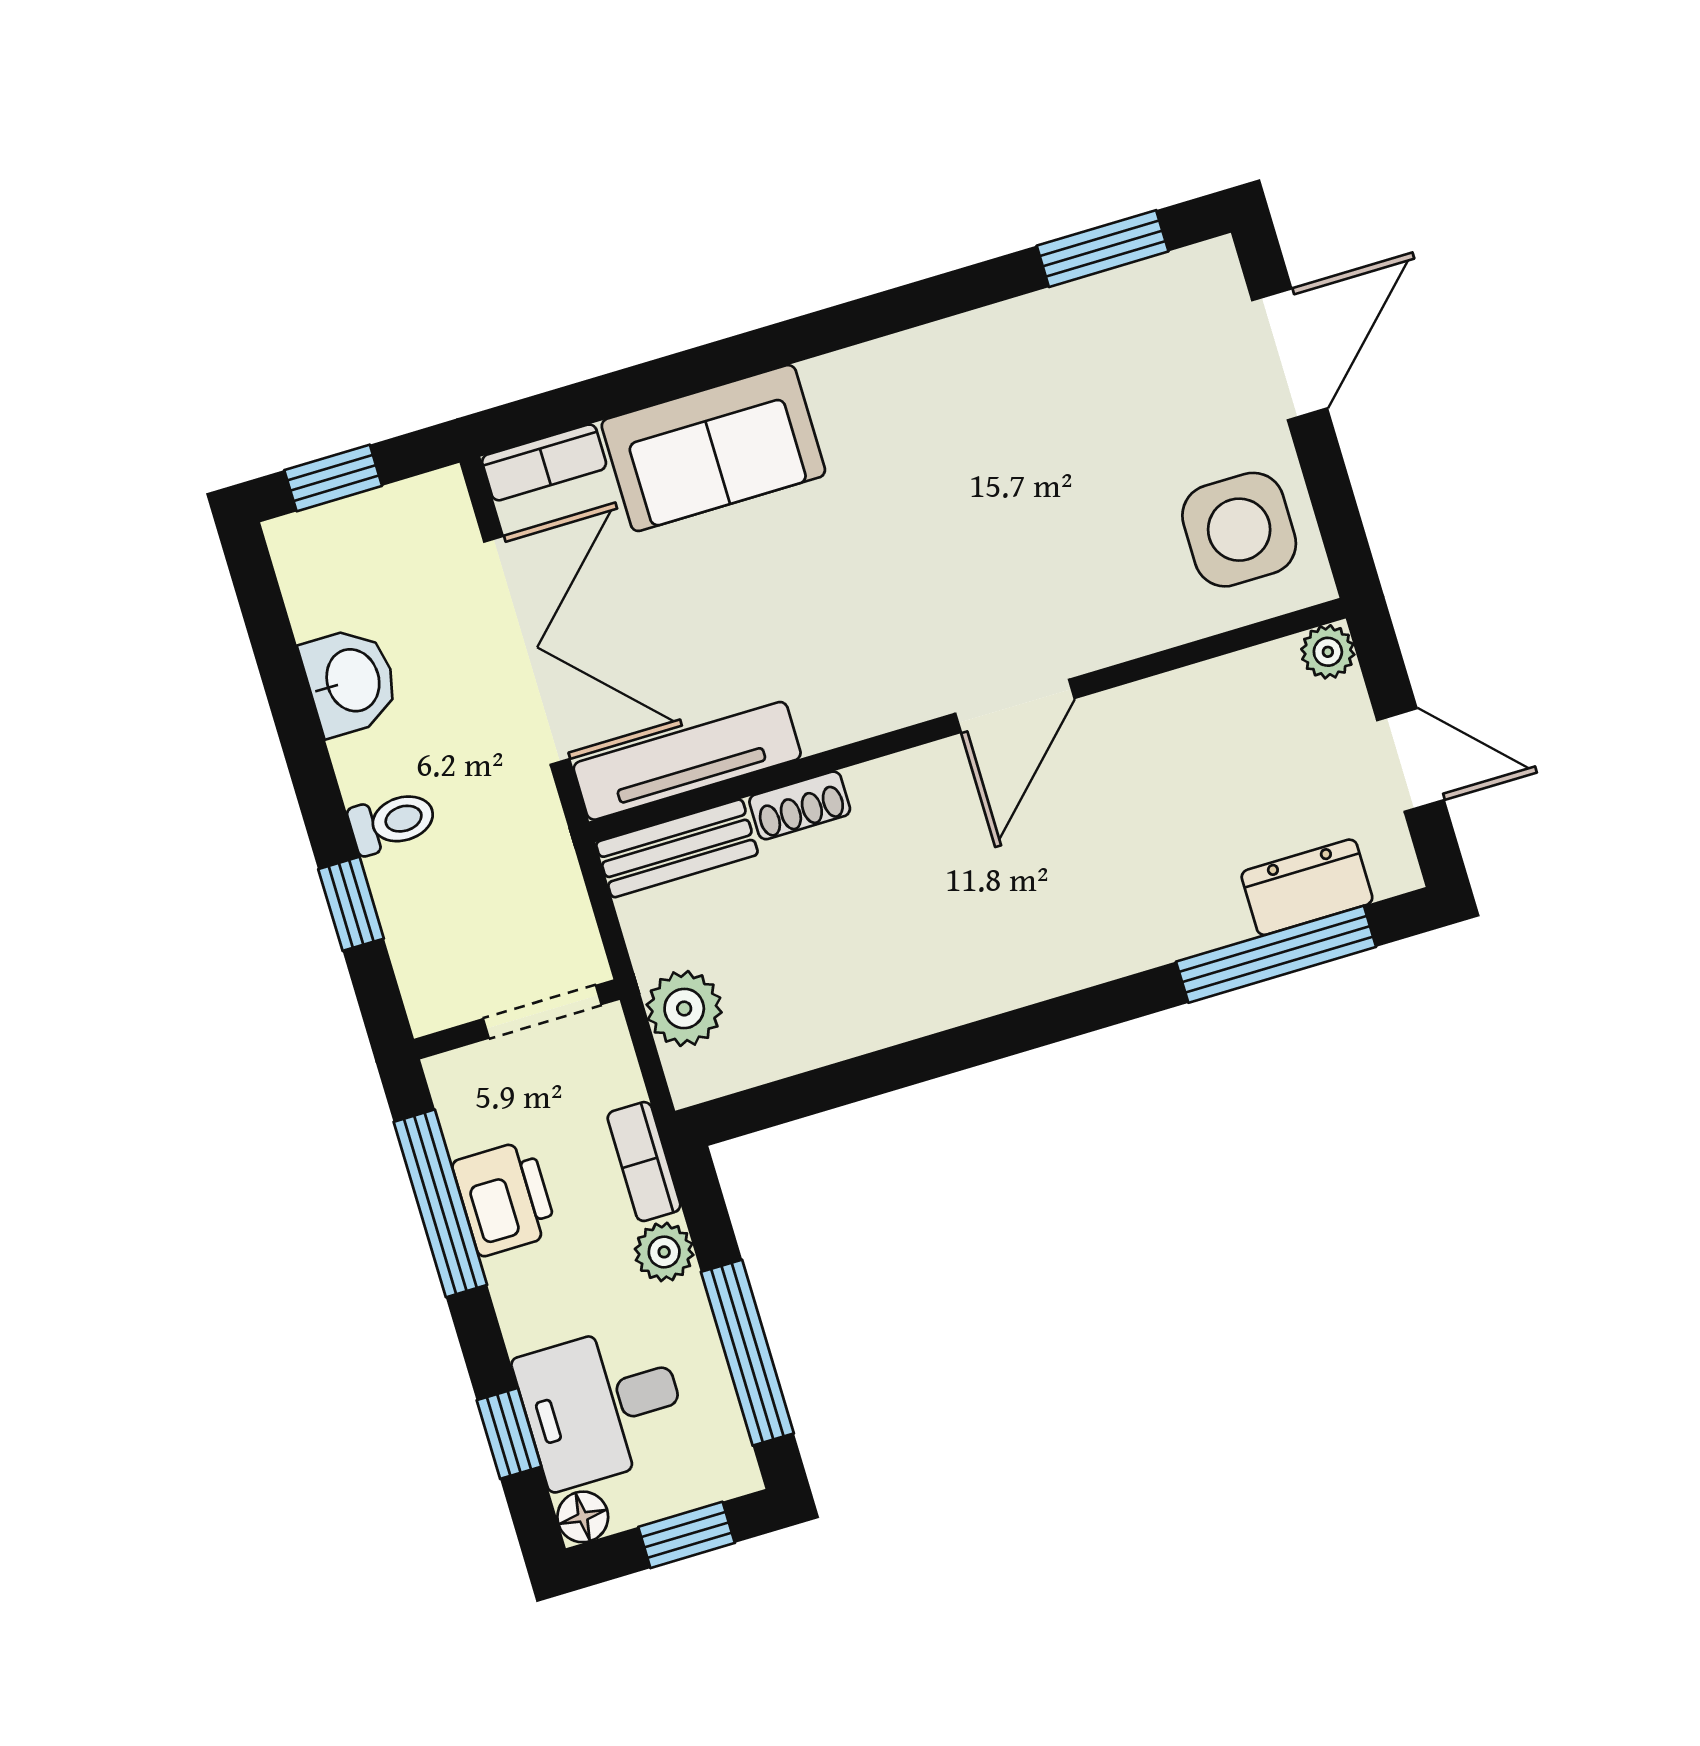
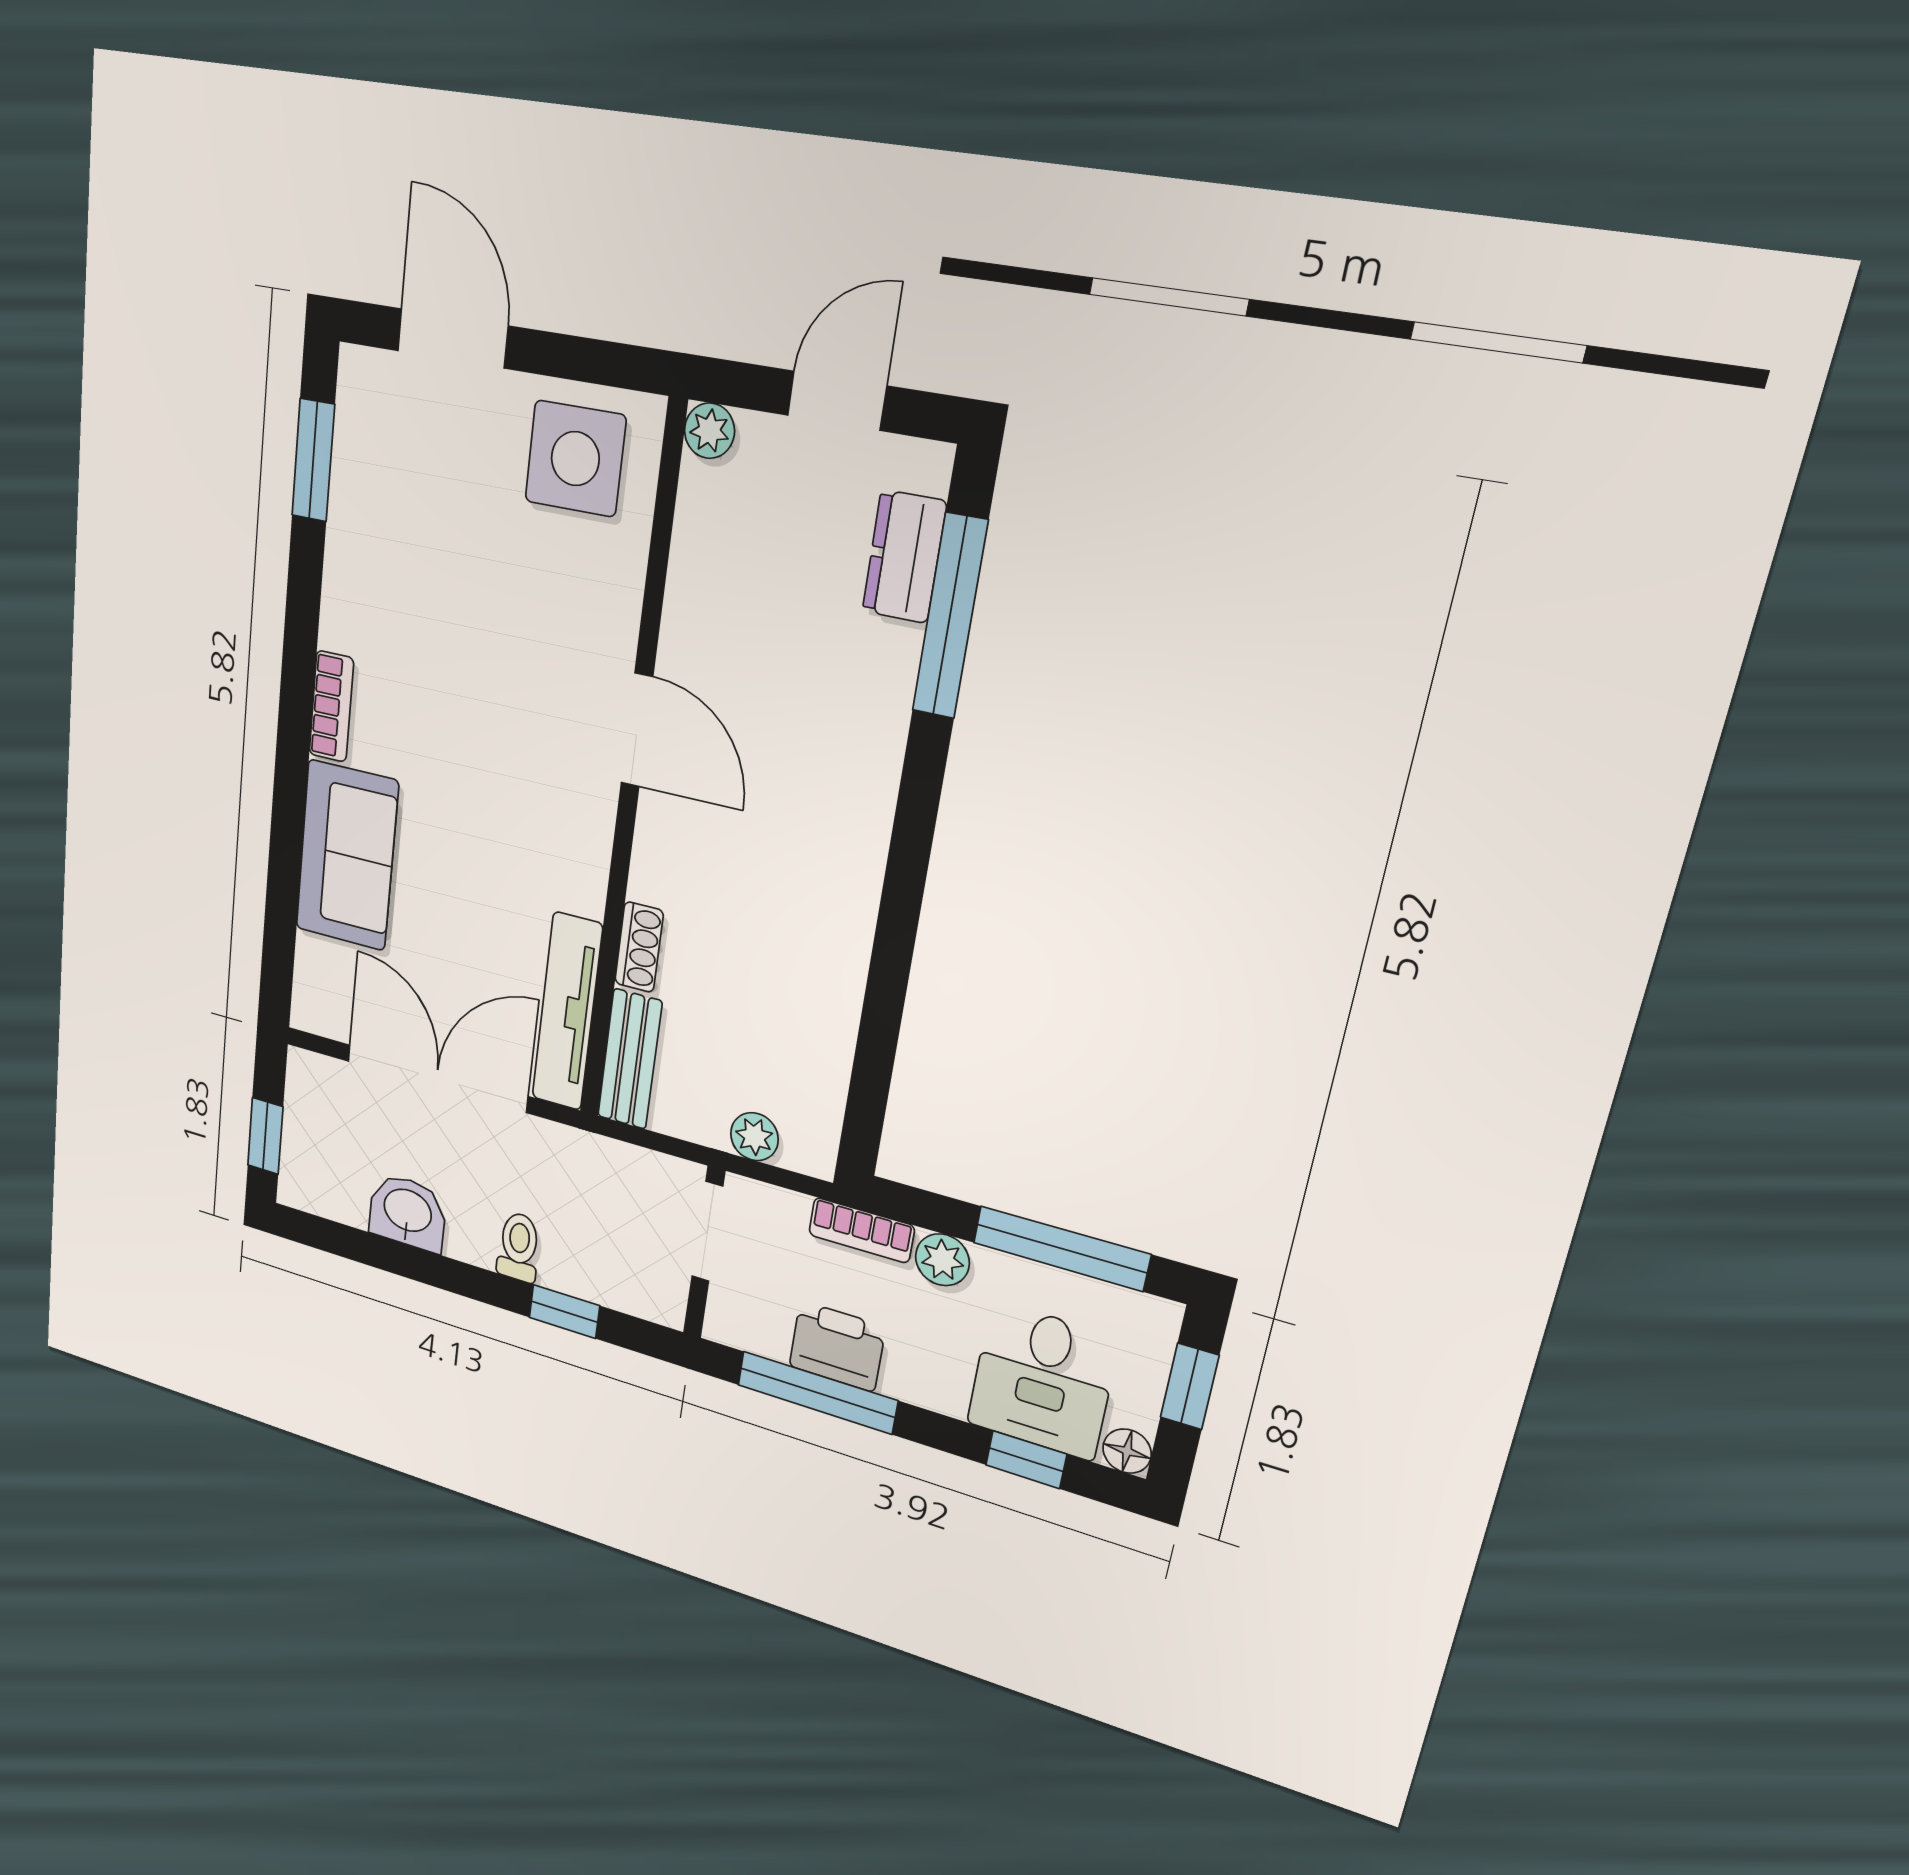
bookcase: (544, 462) -> (331, 706), moved
plant: (684, 1008) -> (754, 1137), width x0.73, depth x0.73

